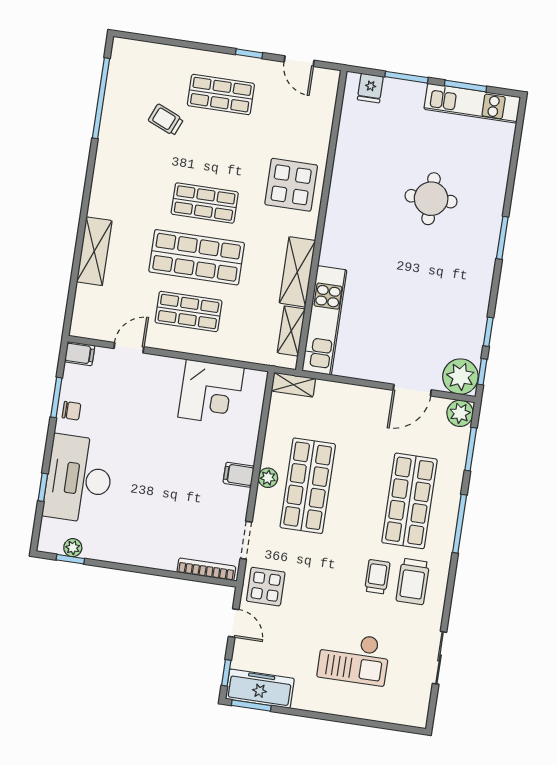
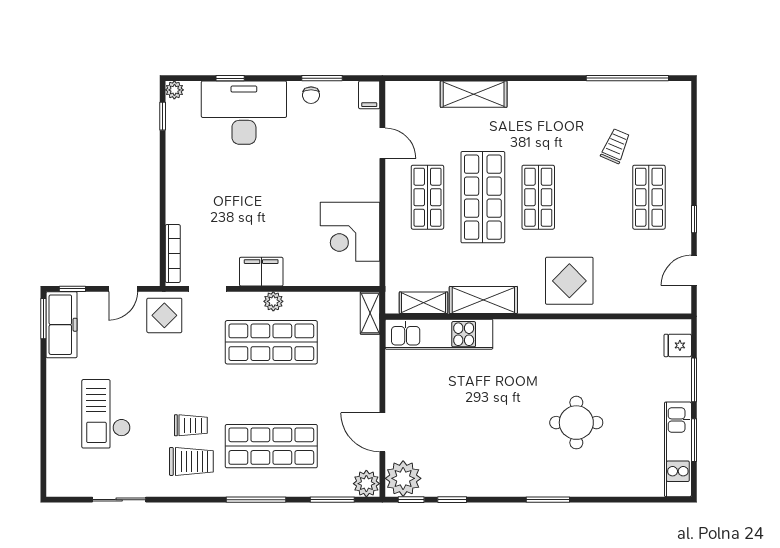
filing cabinet: (239, 475) -> (261, 272), width x2.00
plant: (73, 548) -> (174, 90), moved
trolley: (413, 581) -> (191, 461), turned 180

